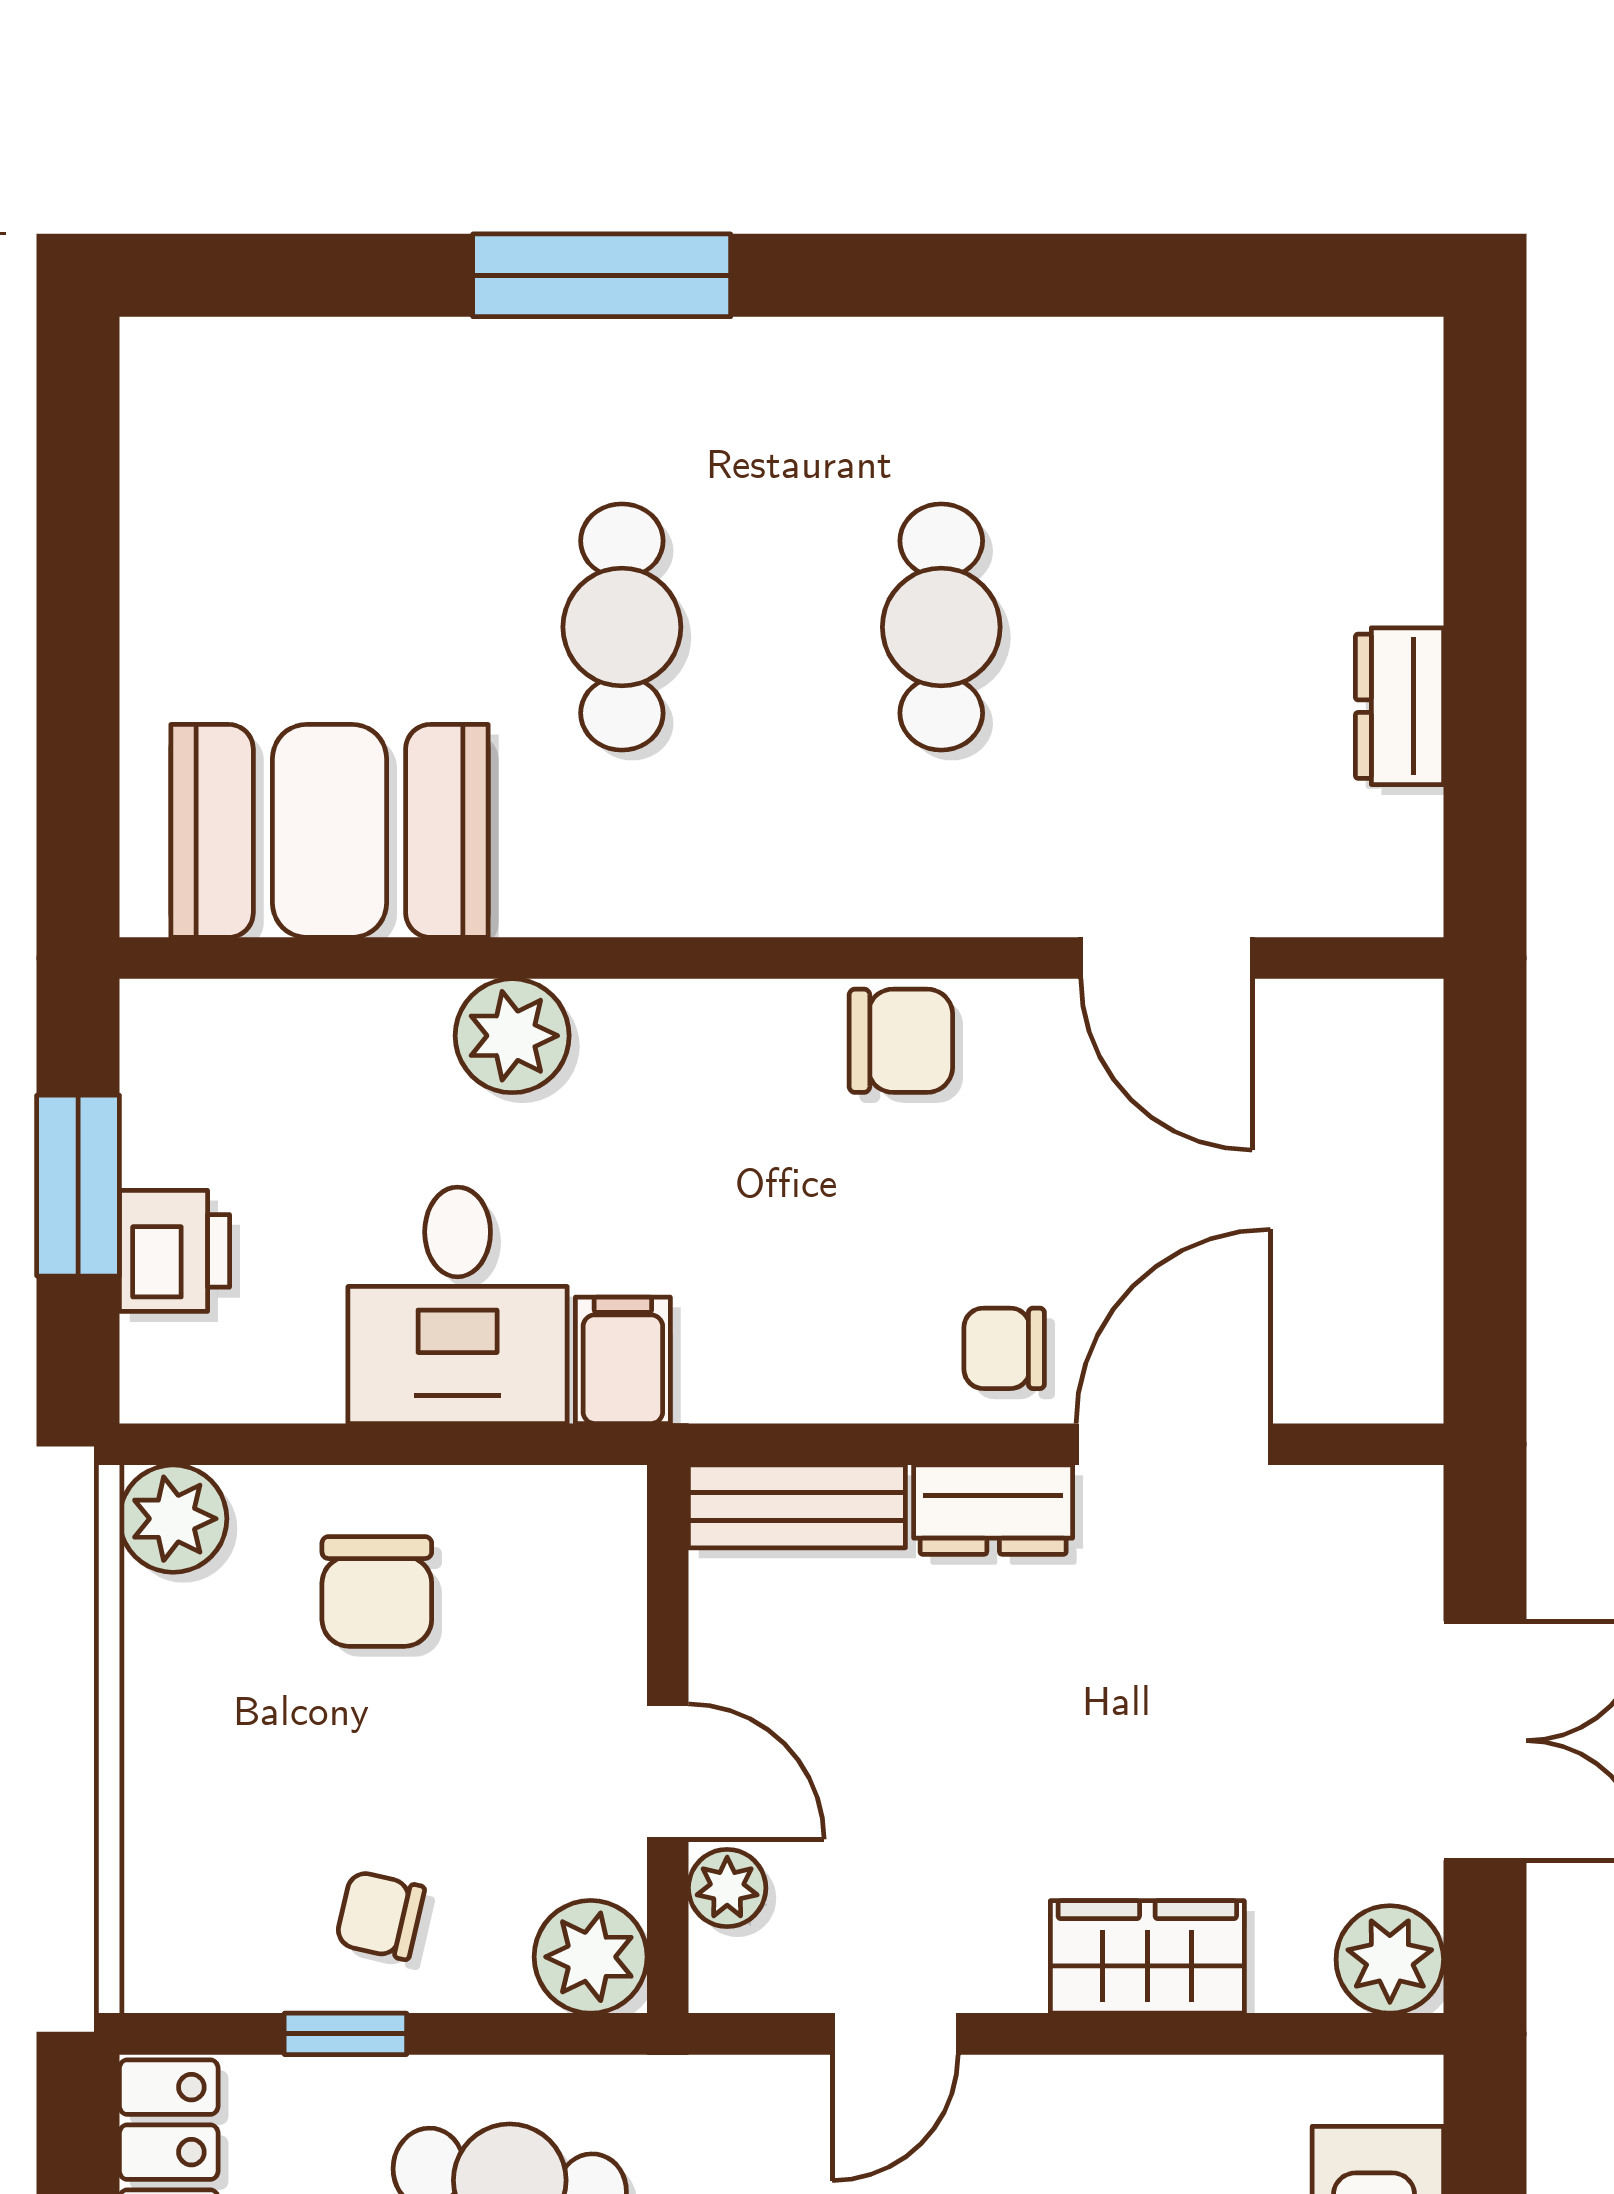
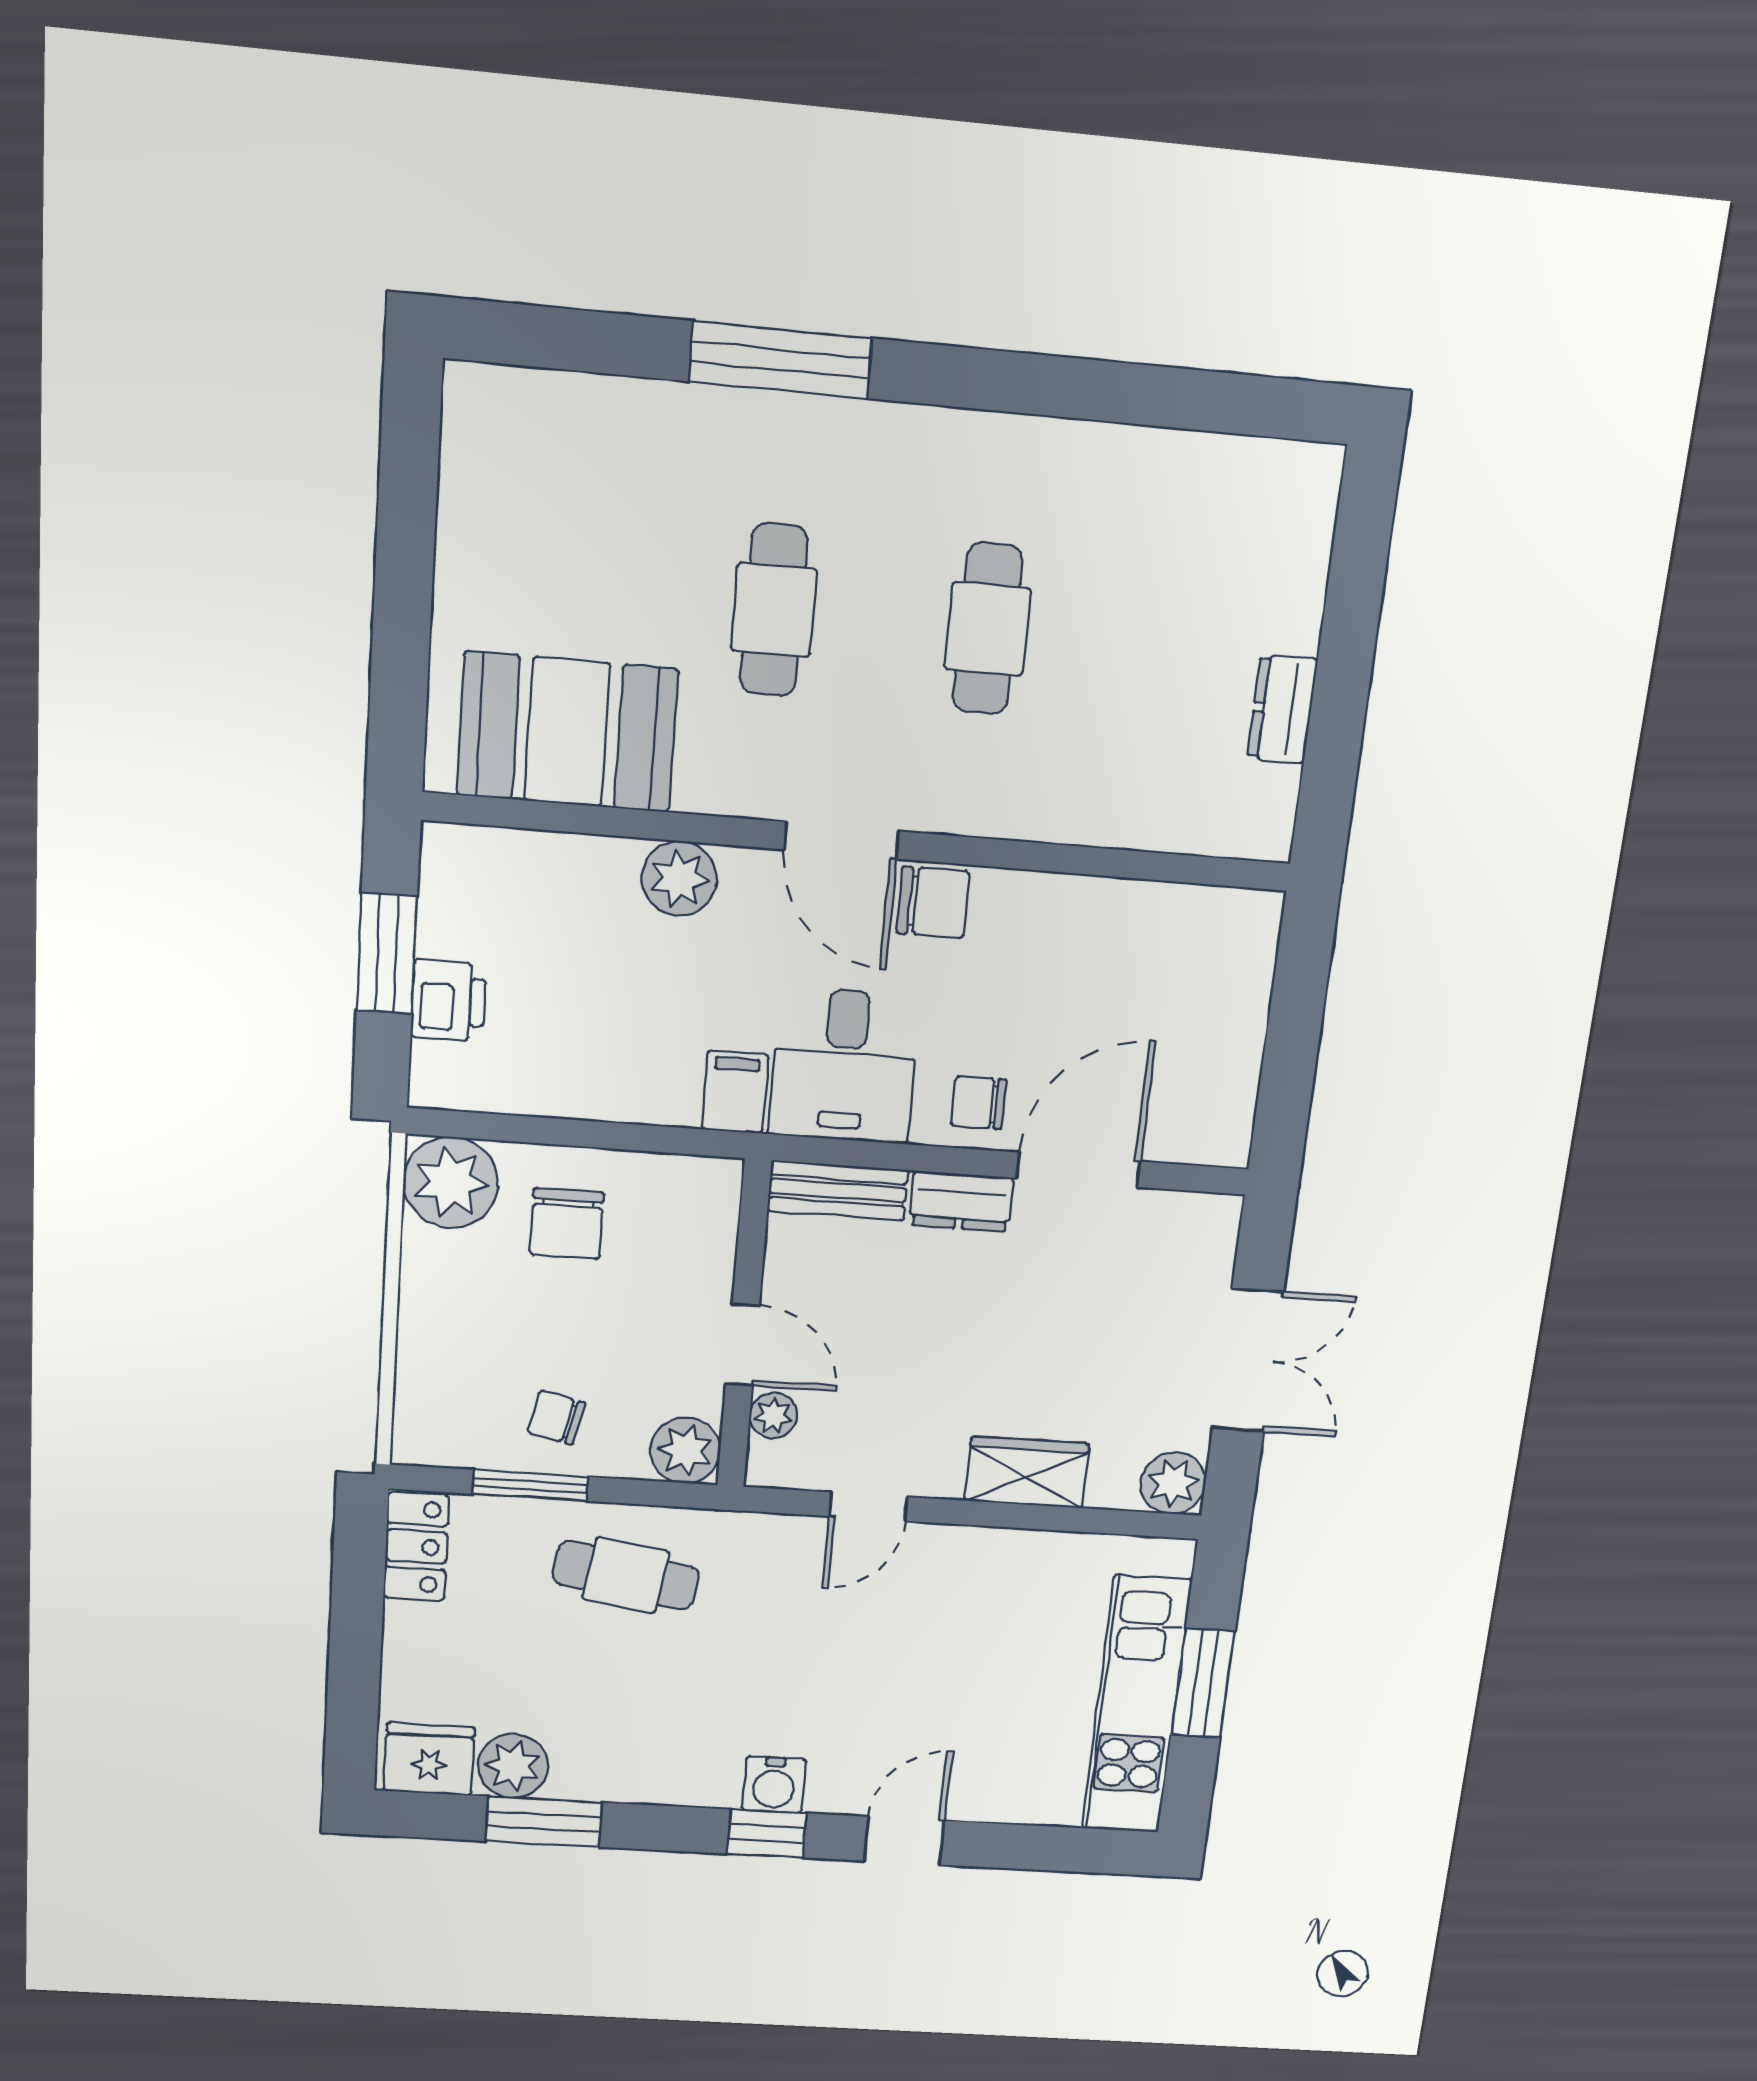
door: (1167, 958) -> (842, 840), moved
desk: (458, 1305) -> (844, 1065), moved
plant: (173, 1519) -> (451, 1182), width x1.36, depth x1.36
window: (345, 2034) -> (530, 1485), width x1.50

